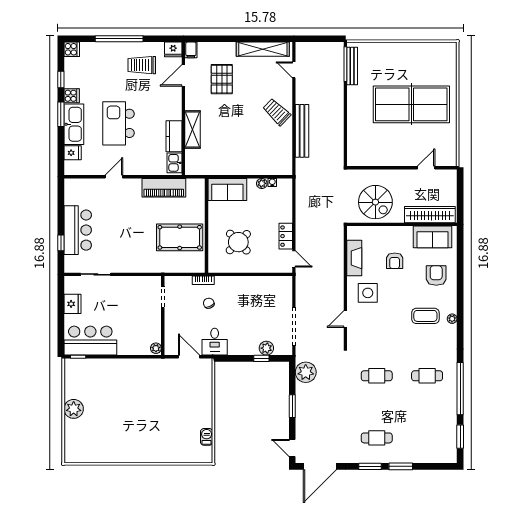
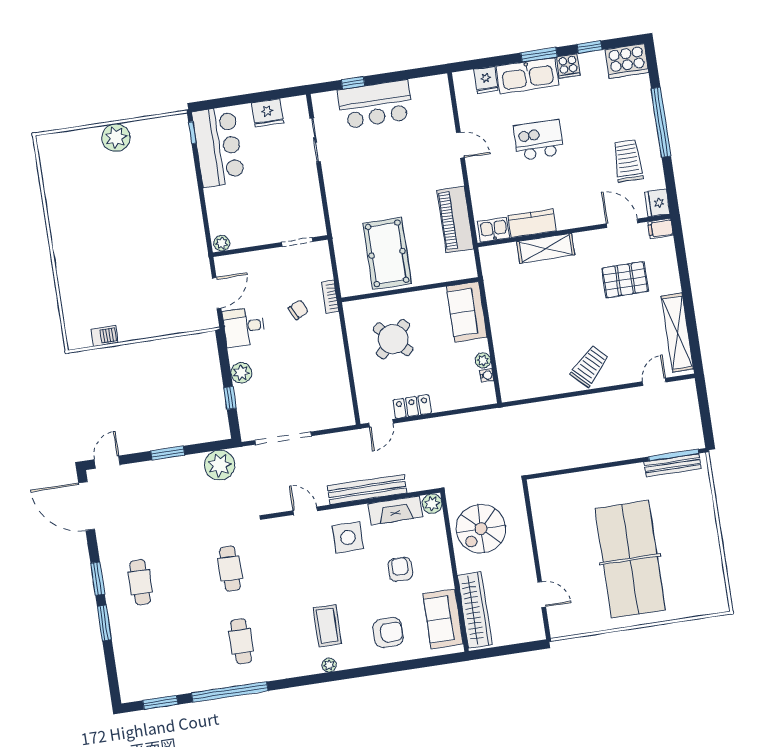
cooker: (72, 49) -> (627, 61), width x1.87, depth x1.31
kitchen island: (119, 123) -> (539, 140), width x0.73, depth x0.78
bench: (302, 131) -> (367, 489), moved
plant: (354, 233) -> (432, 504), added
armchair: (395, 261) -> (400, 569), turned 90
plant: (266, 348) -> (241, 373), moved

